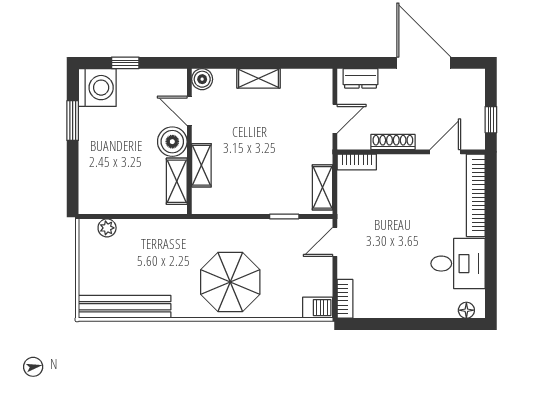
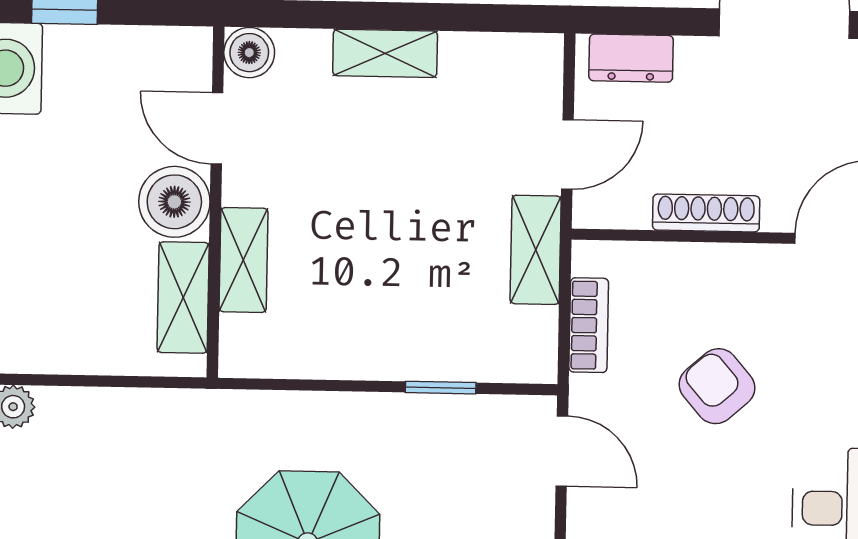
bookcase: (357, 162) -> (589, 325), moved, turned -90
shelving: (322, 187) -> (536, 250), moved
armchair: (399, 214) -> (717, 386), added
door: (335, 242) -> (562, 451), swing flipped

